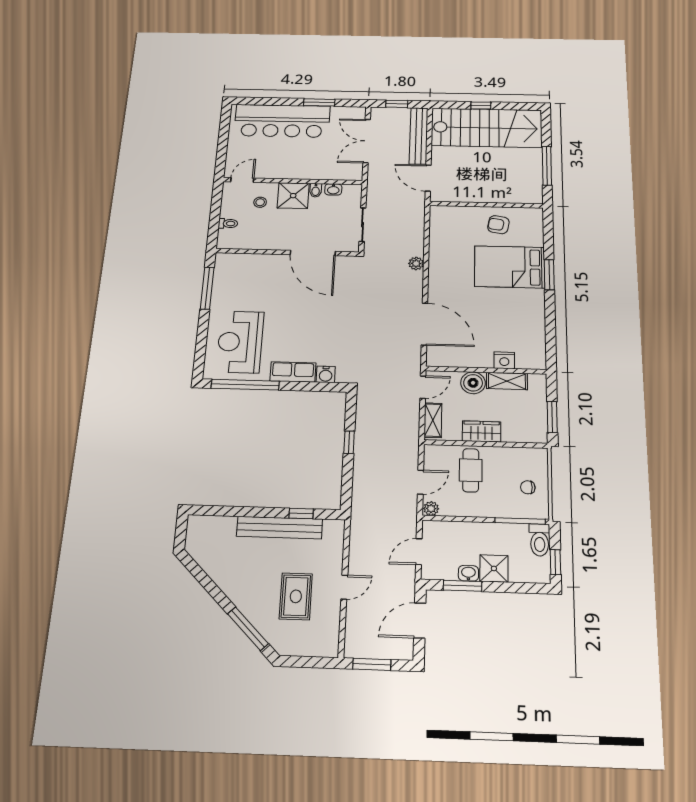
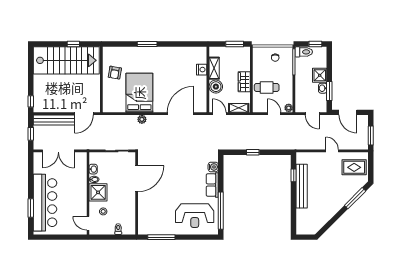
window: (319, 102) -> (31, 208), moved
window: (481, 106) -> (31, 101), moved
stairs: (486, 128) -> (66, 60), moved, turned 90
window: (547, 166) -> (73, 44), width x0.46
bed: (510, 267) -> (139, 93), moved, turned 180
rug: (296, 596) -> (354, 167), moved

